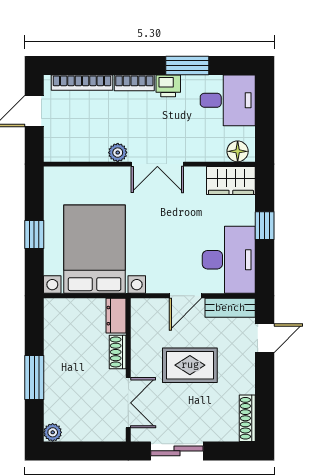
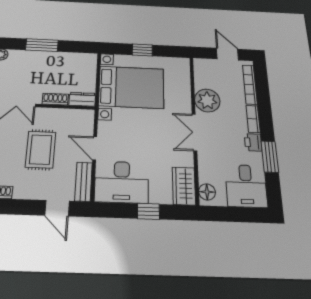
plant: (118, 153) -> (207, 100), width x1.88, depth x1.88

